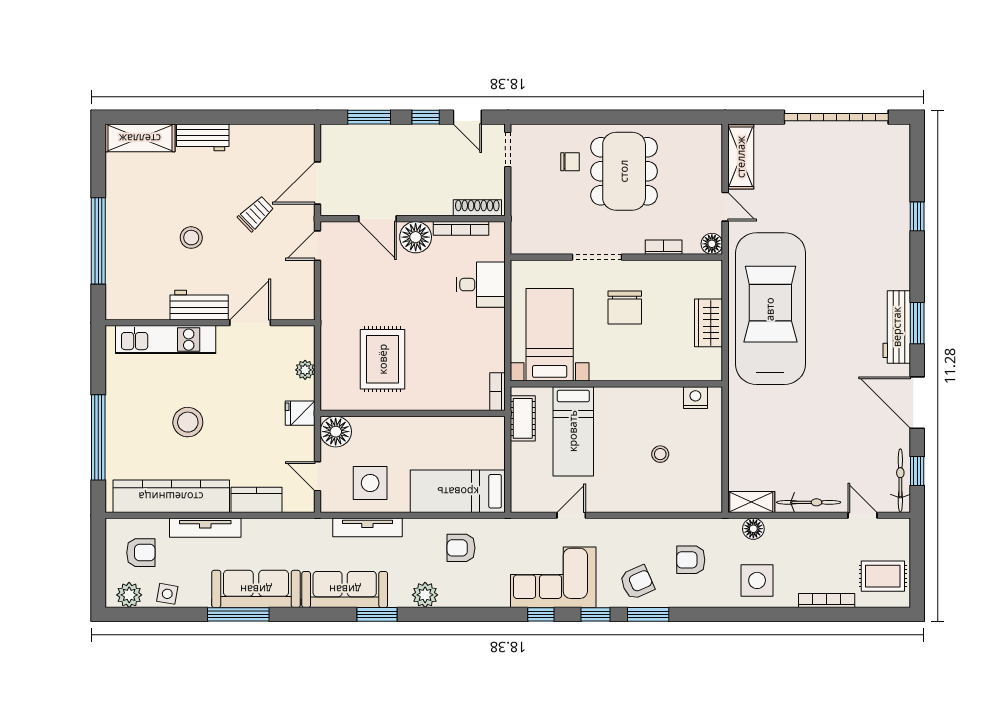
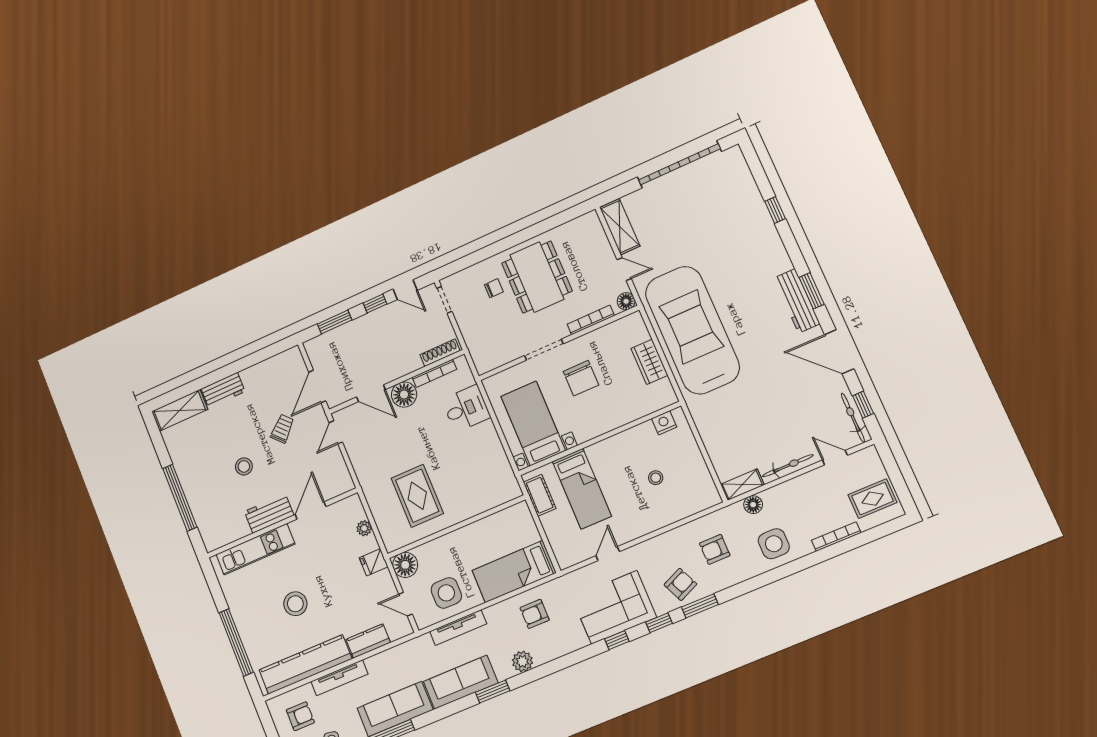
bookcase: (664, 247) -> (591, 320), width x1.56
bookcase: (497, 392) -> (512, 483), removed

